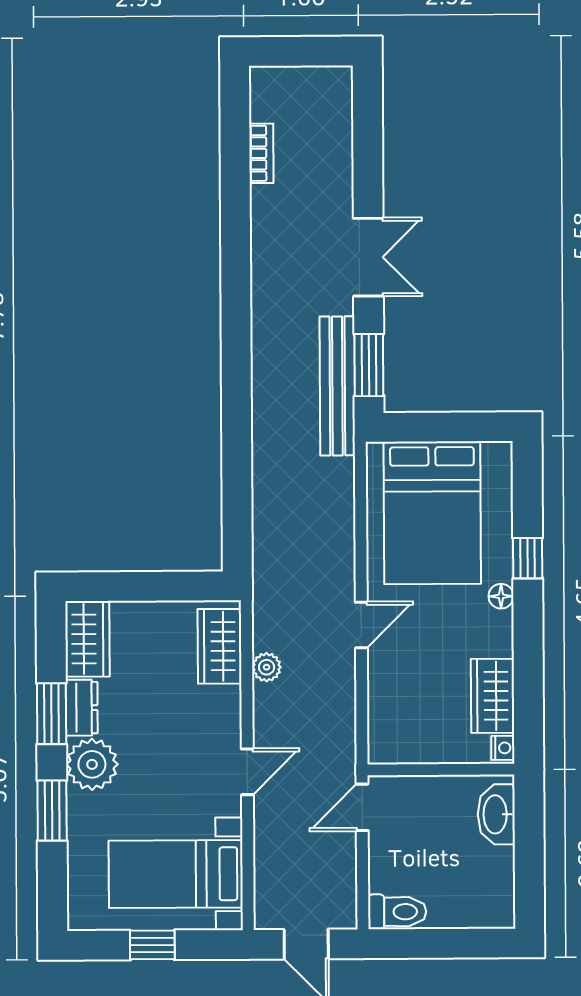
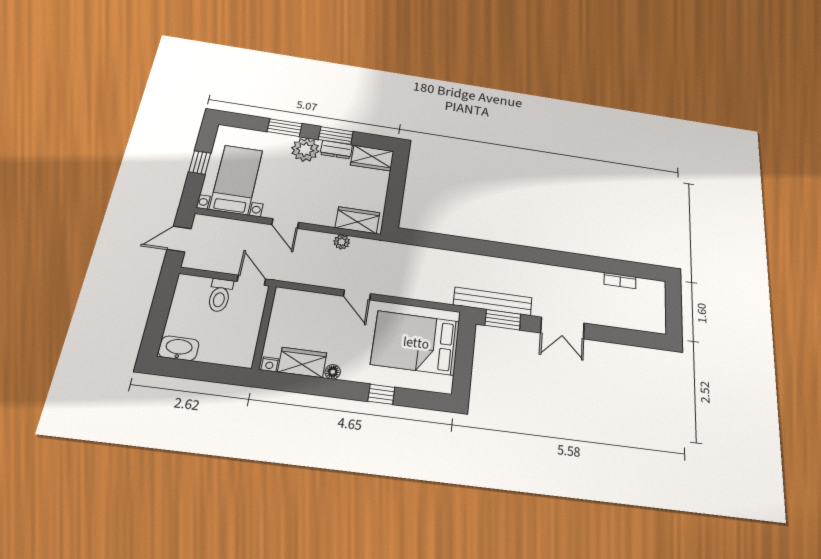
floor lamp: (501, 596) -> (333, 372), moved
washbasin: (496, 814) -> (179, 348), moved
toilet: (397, 912) -> (220, 295), moved

